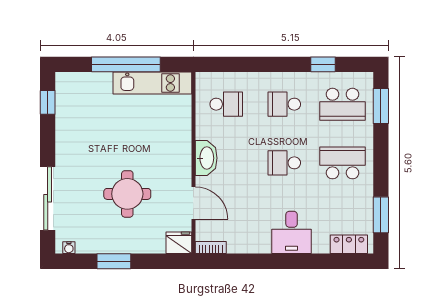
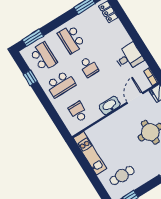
window: (126, 64) -> (89, 171), removed
school desk: (284, 104) -> (61, 84), width x1.85
cafe table: (89, 110) -> (122, 176), added
desk: (292, 232) -> (129, 57), moved

